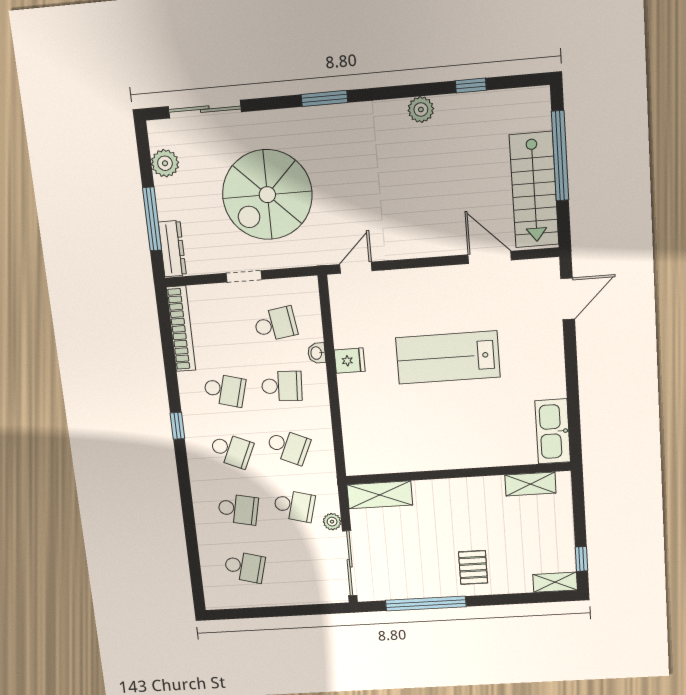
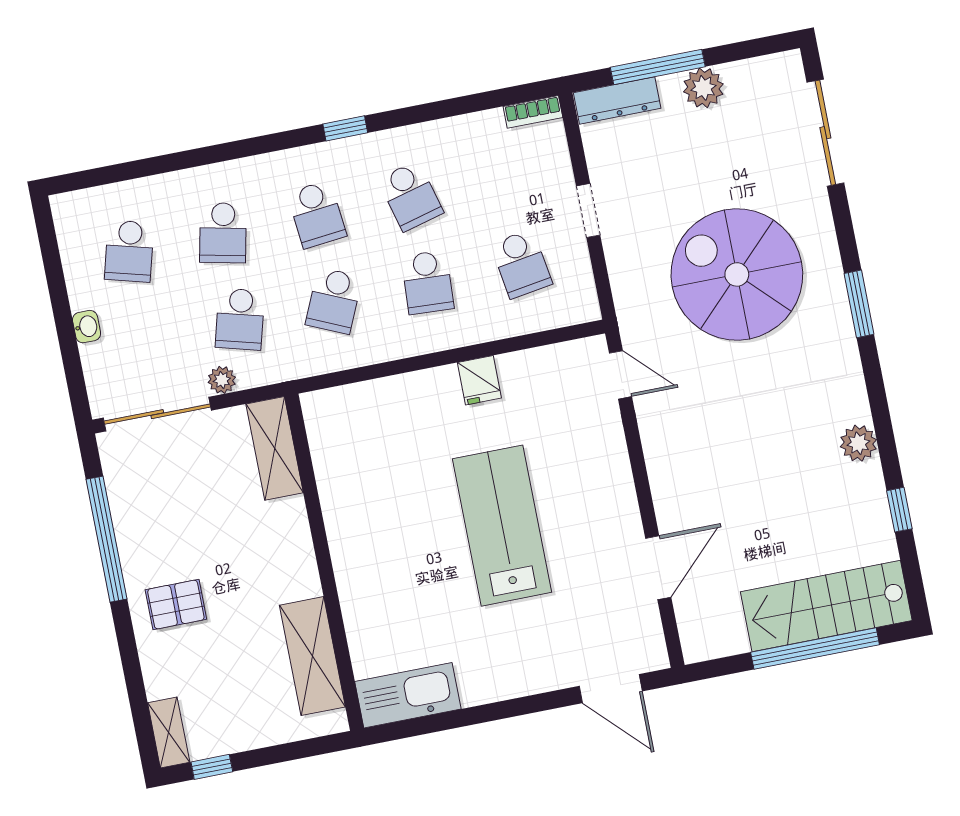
plant: (165, 163) -> (703, 88), moved
stairs: (534, 190) -> (826, 606), moved
spiral stairs: (267, 195) -> (737, 274), moved
bookcase: (181, 329) -> (533, 112), width x0.43, depth x0.76
washbasin: (317, 353) -> (87, 327), moved, turned 90
school desk: (225, 390) -> (411, 196), turned -30
school desk: (231, 450) -> (317, 214), turned -30
shelving: (530, 484) -> (312, 656), width x1.50, depth x1.33

